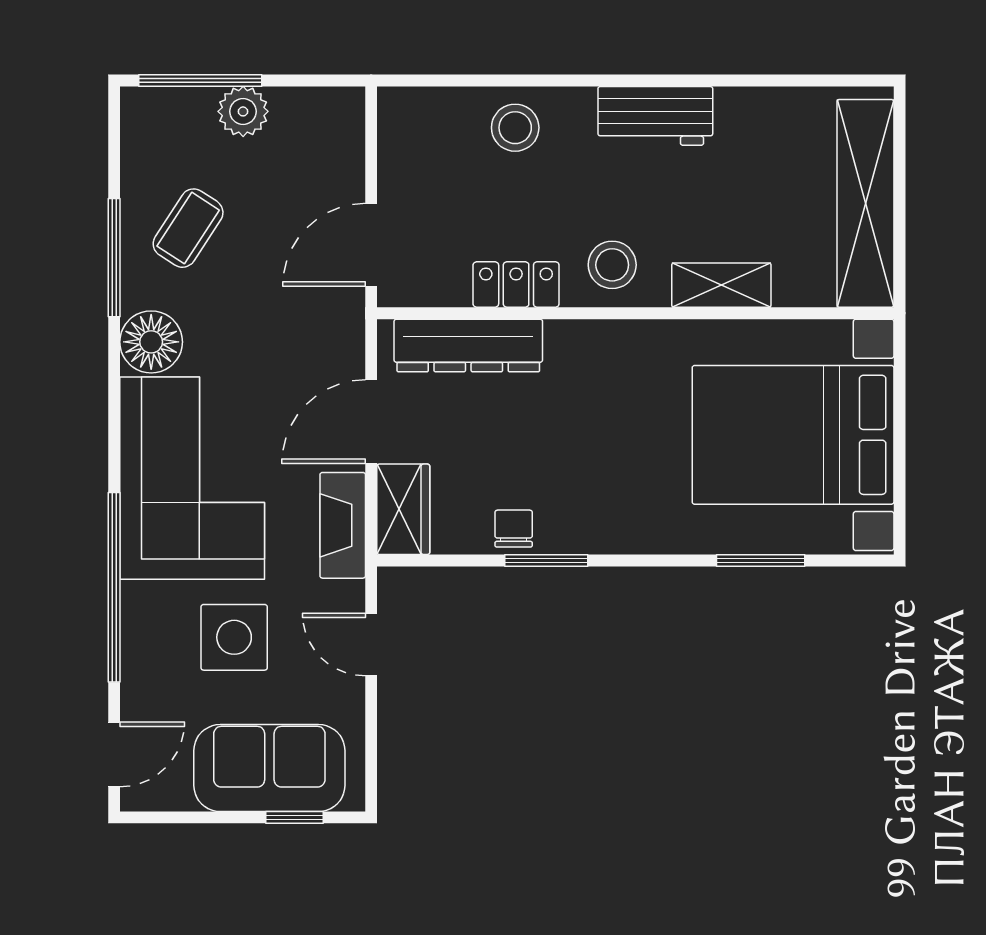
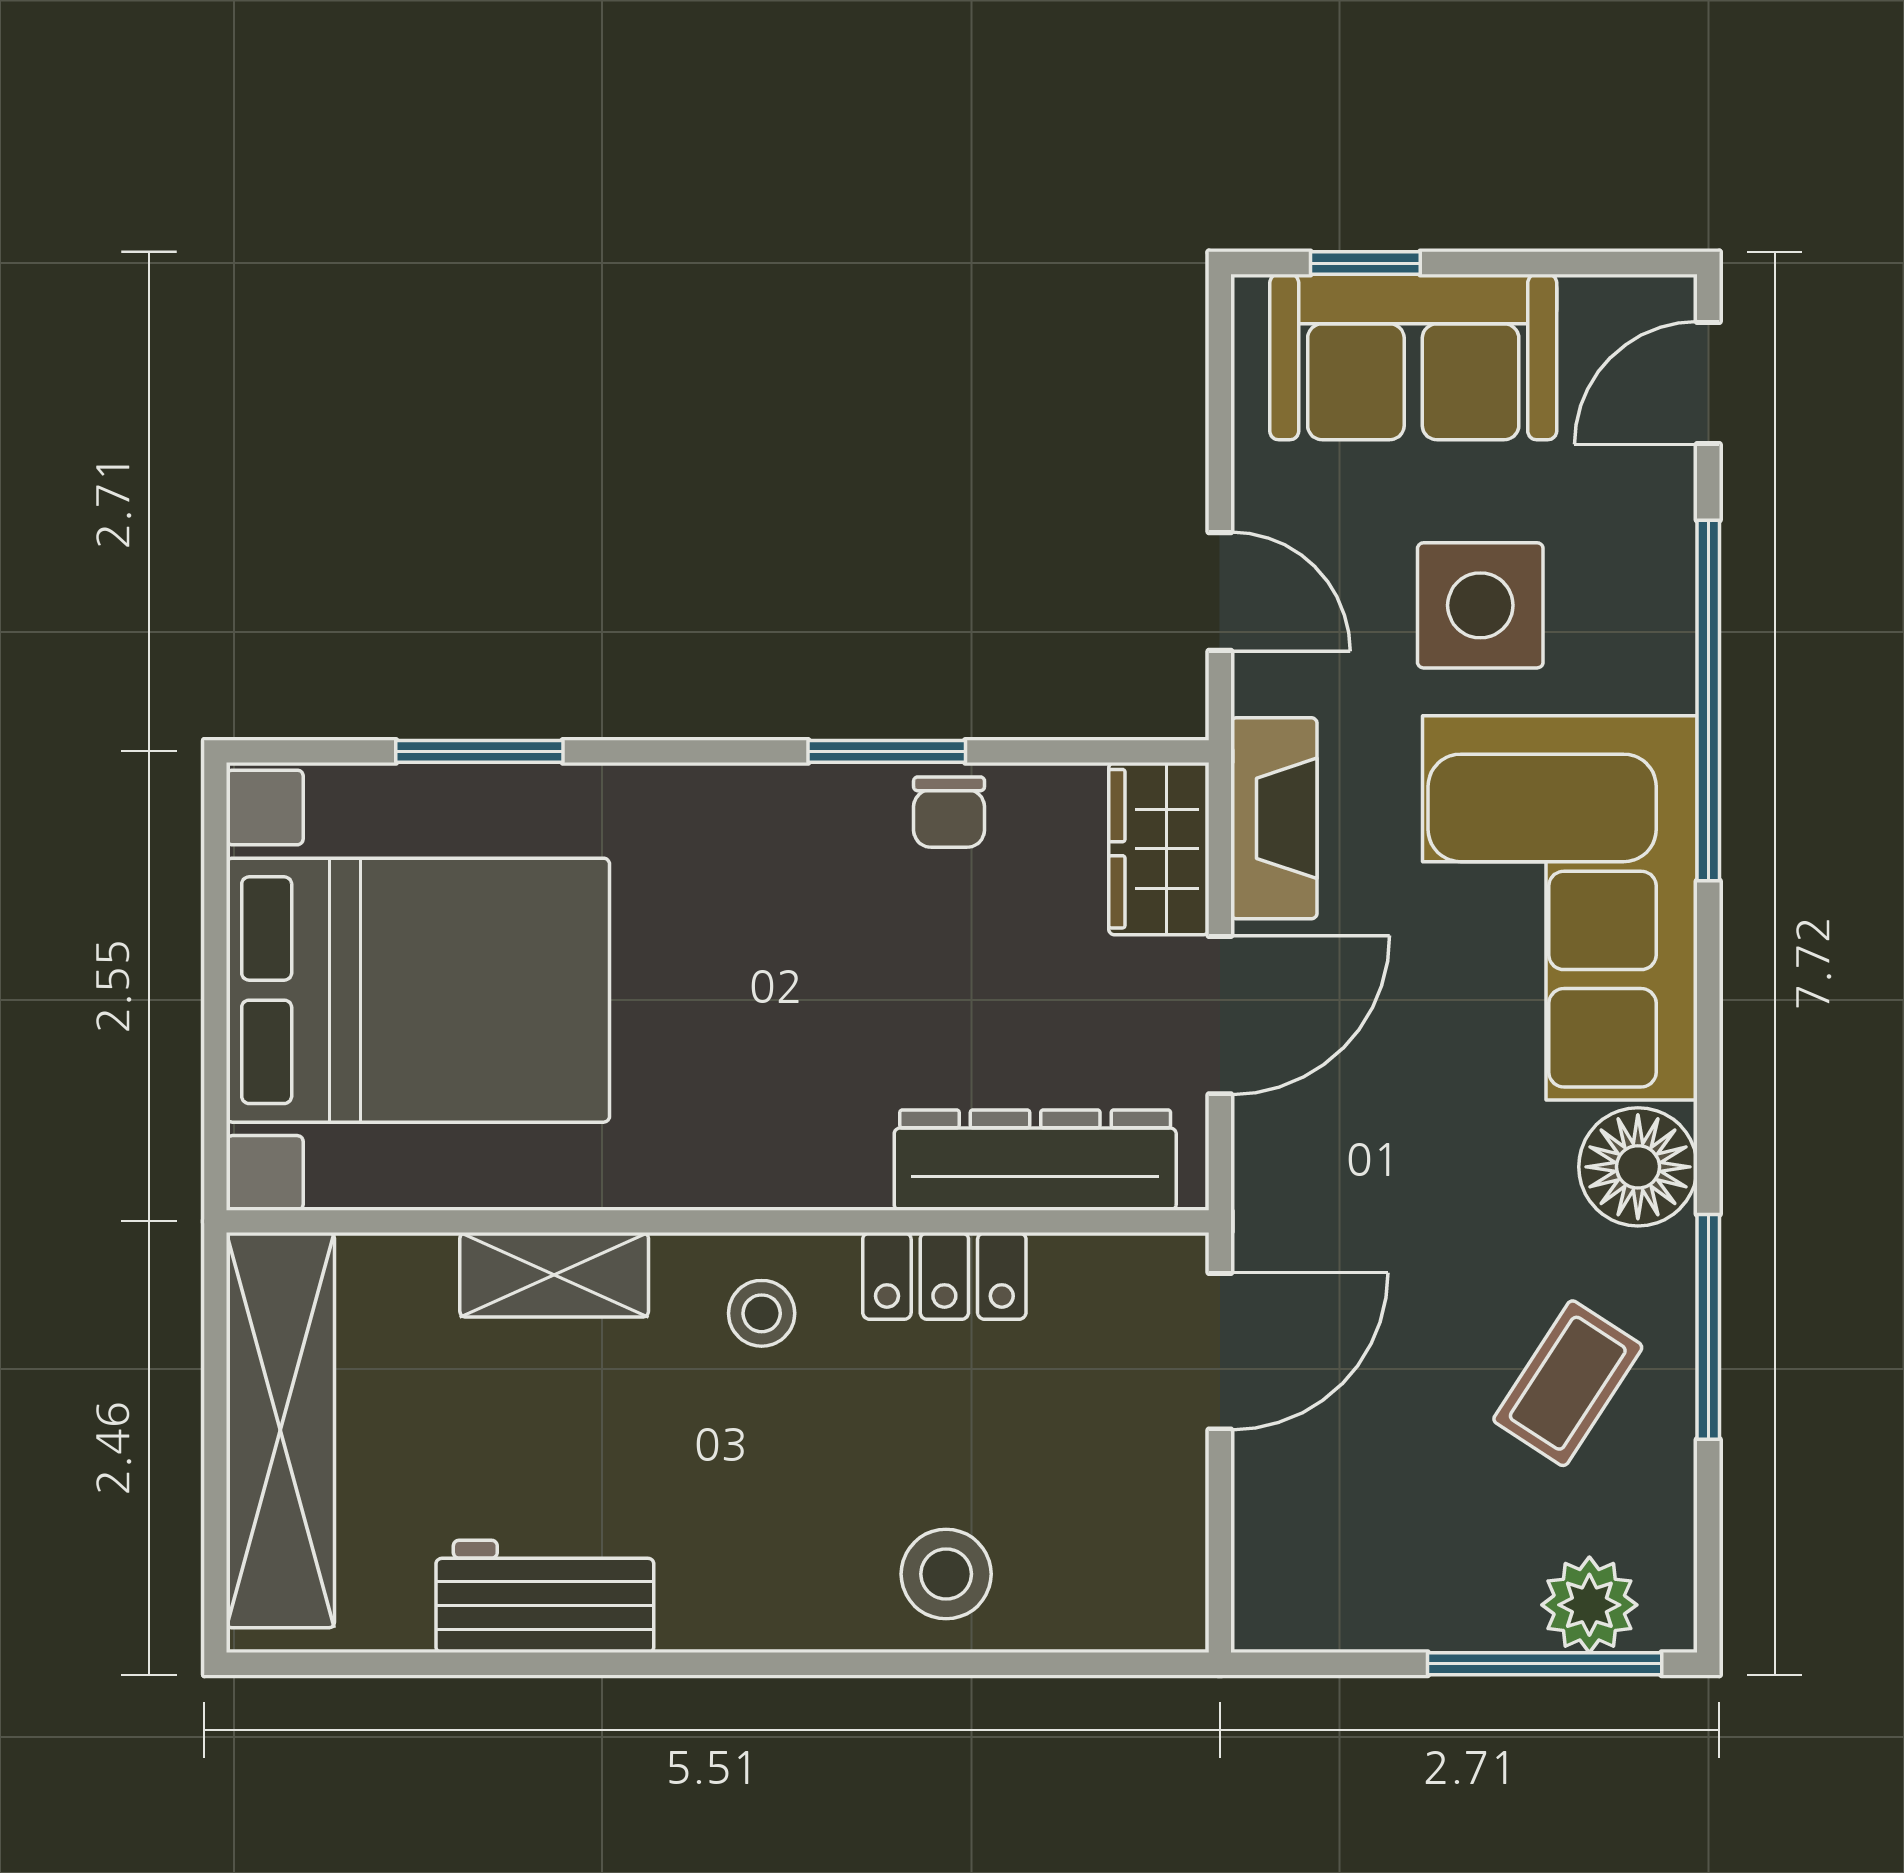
plant: (243, 111) -> (1589, 1605), moved
workbench: (655, 116) -> (545, 1596), moved
stool: (612, 265) -> (762, 1313), width x0.73, depth x0.73

